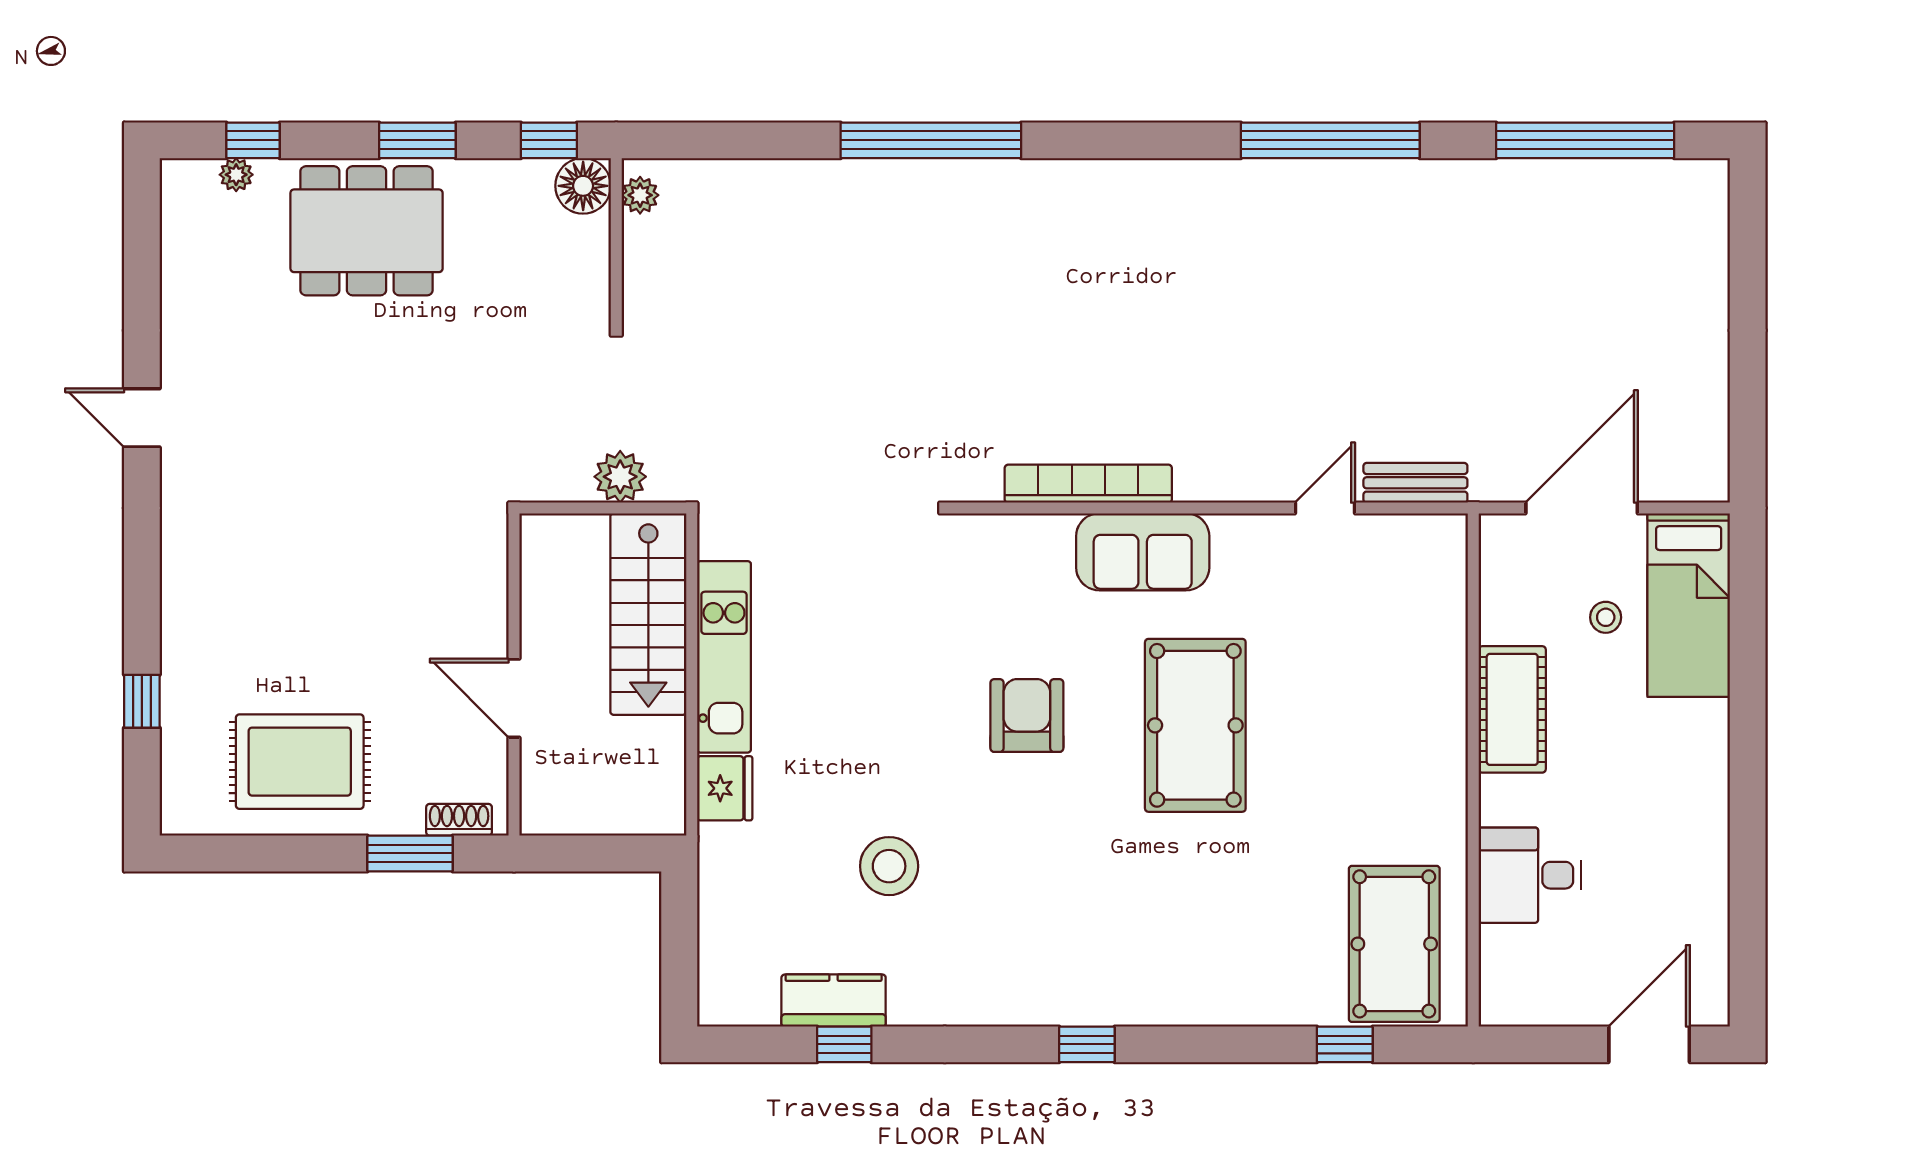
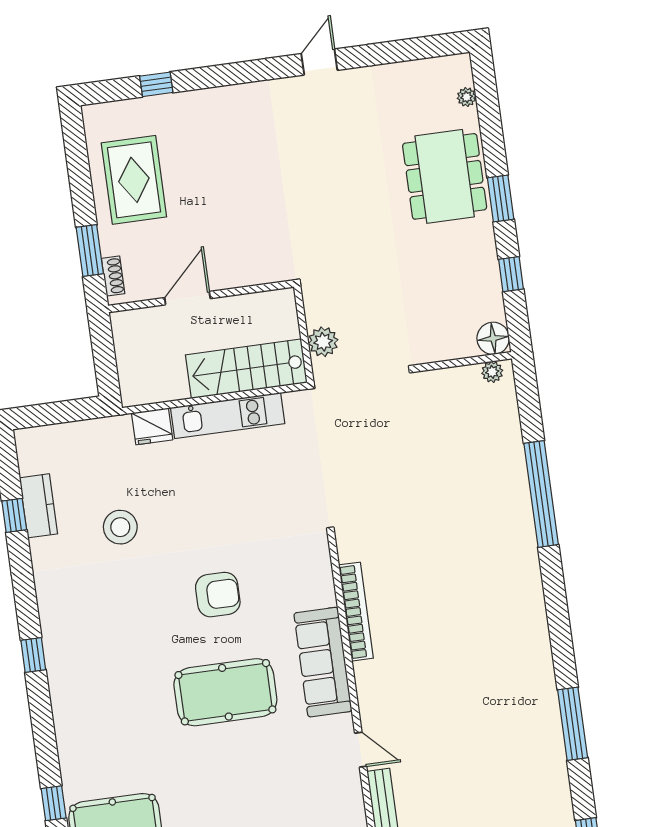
window: (253, 140) -> (488, 104), removed
window: (1330, 140) -> (573, 724), width x0.68
floor lamp: (583, 186) -> (493, 338), moved
plant: (640, 195) -> (492, 372), moved
wall: (616, 242) -> (464, 362), moved
sofa: (1143, 552) -> (323, 662), width x1.36

